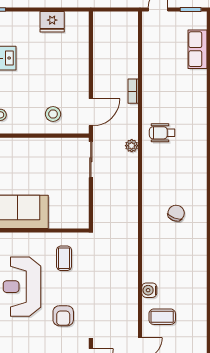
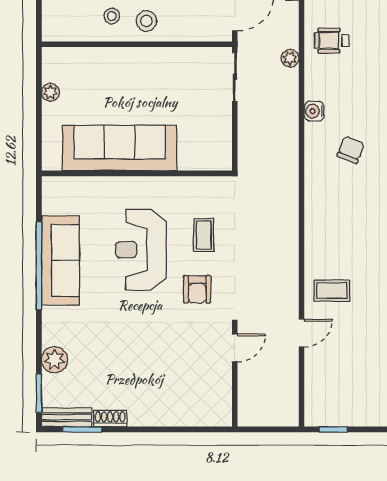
stool: (53, 114) -> (146, 21), moved
coffee table: (64, 258) -> (204, 235), moved
water cooler: (149, 290) -> (314, 111), moved

